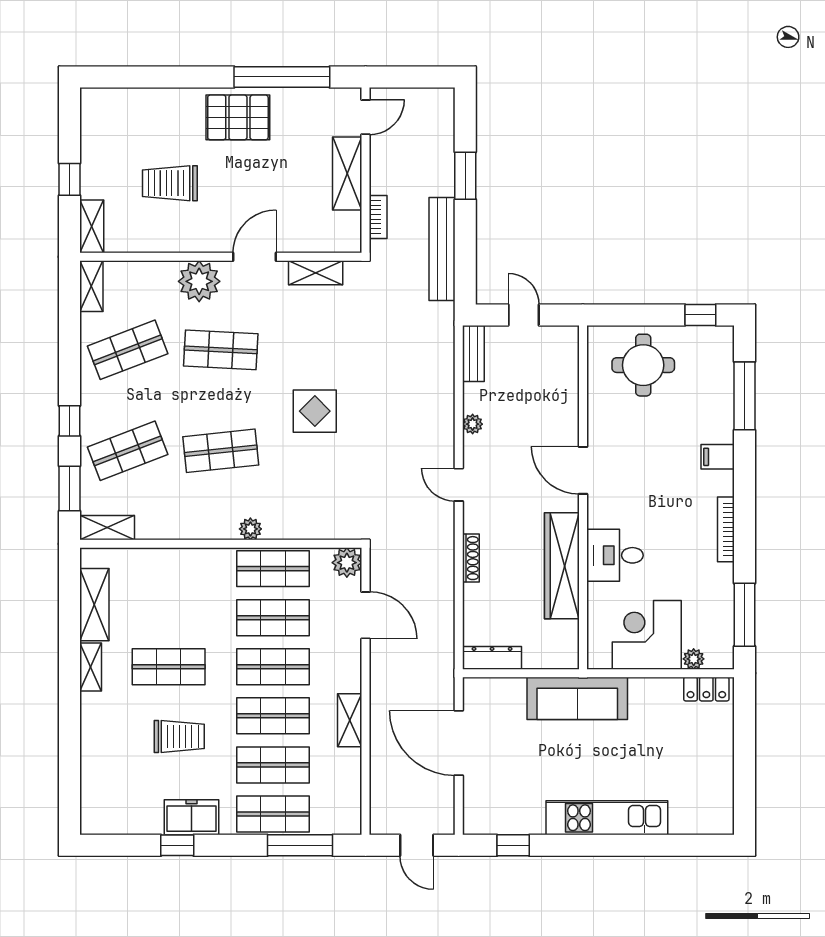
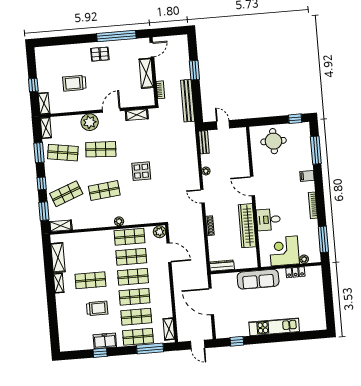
pallet: (238, 117) -> (100, 54), width x0.67, depth x0.71
window: (69, 345) -> (39, 153), added
shop shelf: (128, 350) -> (63, 153), turned 30
locker: (706, 689) -> (295, 272), moved
shelving: (350, 720) -> (169, 329), moved

